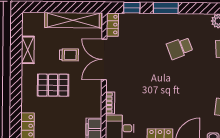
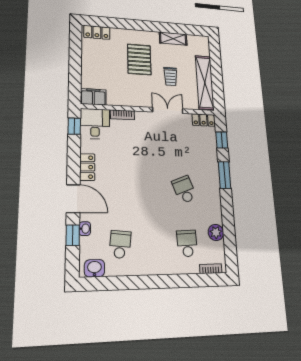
double door: (104, 59) -> (168, 110), width x0.73

